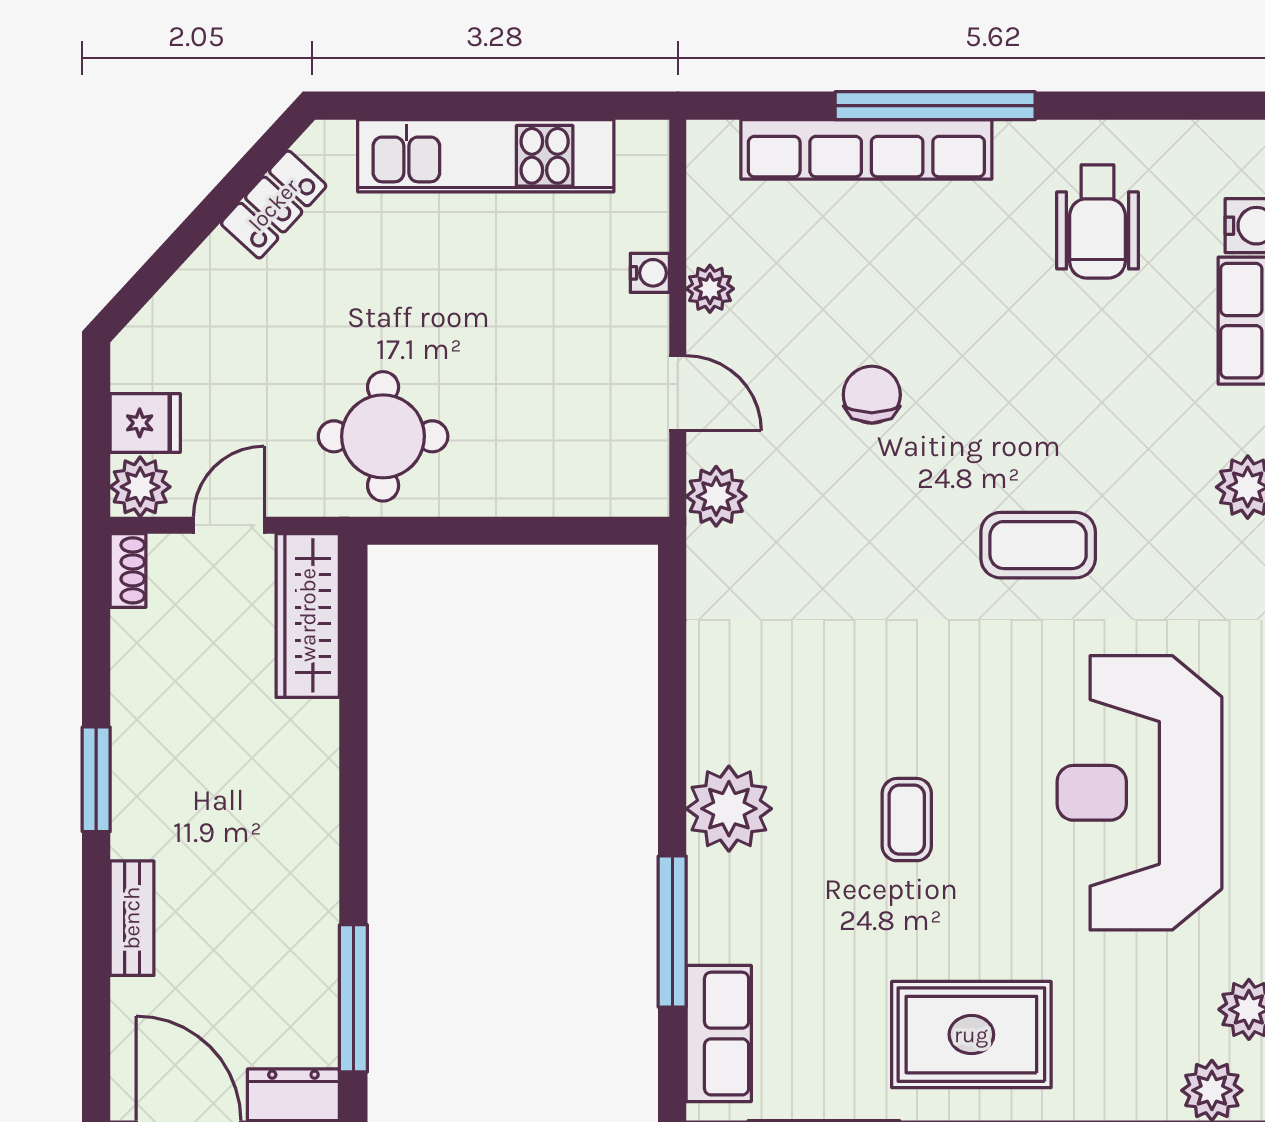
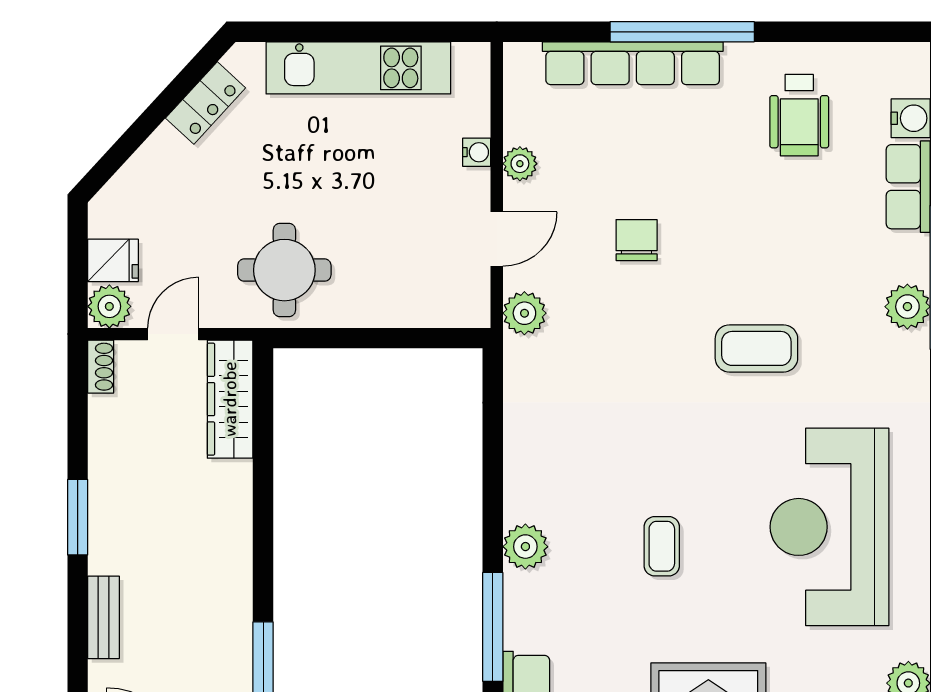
door: (678, 393) -> (497, 239), hinge flipped
plant: (729, 809) -> (525, 547), width x0.73, depth x0.73

